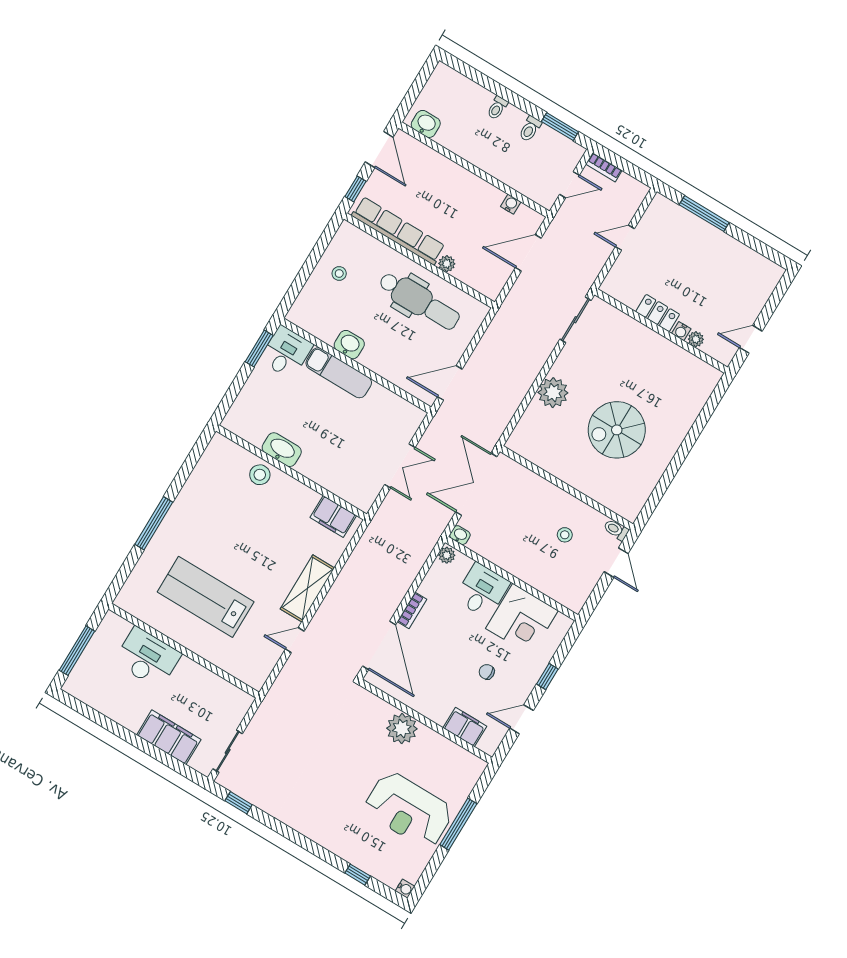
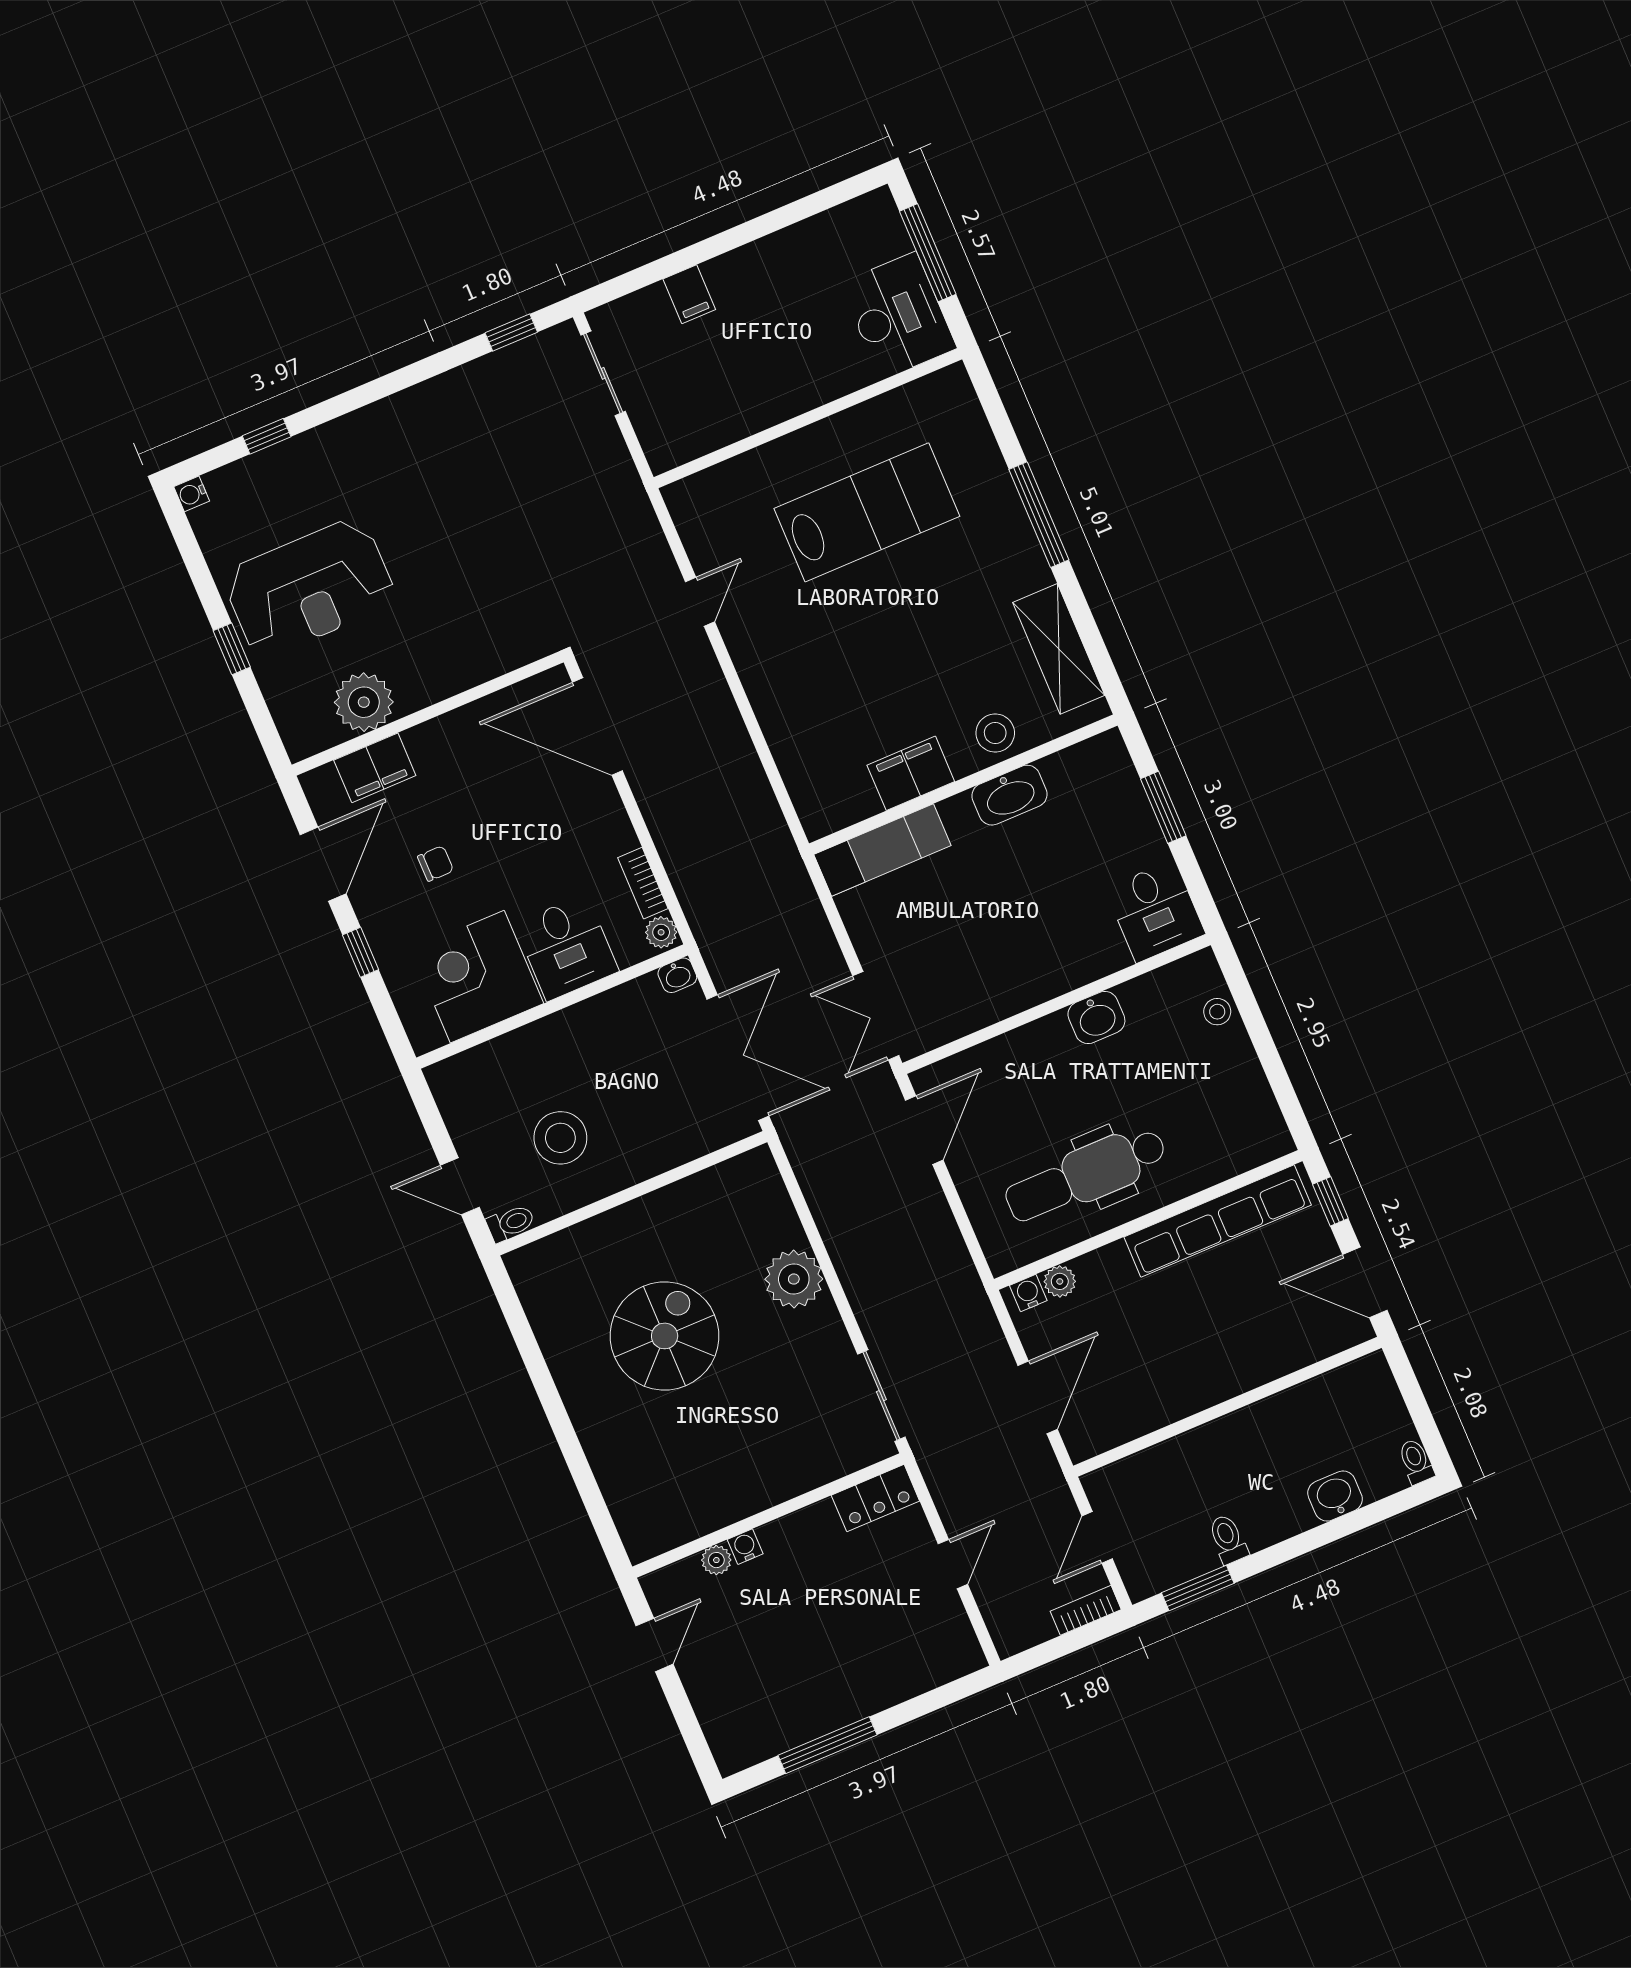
toilet: (497, 108) -> (1416, 1462), moved
washbasin: (426, 124) -> (1335, 1496), moved, turned 180
water cooler: (511, 204) -> (1028, 1293), moved, turned 180
window: (704, 214) -> (828, 1745), moved
plant: (447, 264) -> (1060, 1281), moved
stool: (339, 273) -> (1217, 1012), moved
locker: (658, 313) -> (875, 1498), moved
window: (259, 349) -> (1163, 807), moved
exam couch: (339, 373) -> (882, 850), moved, turned 180
double door: (400, 466) -> (876, 1016), moved
filing cabinet: (333, 517) -> (911, 773), moved
stool: (565, 535) -> (560, 1138), width x1.89, depth x1.89
shelving: (307, 588) -> (1059, 649), moved
bookcase: (412, 610) -> (643, 883), moved
desk: (147, 658) -> (898, 316), moved, turned -90
door: (522, 719) -> (323, 864), width x1.38
plant: (402, 729) -> (364, 702), moved
filing cabinet: (169, 737) -> (689, 294), width x0.33, depth x0.86
reception desk: (409, 810) -> (309, 588), turned 180
window: (458, 824) -> (232, 649), width x0.46

